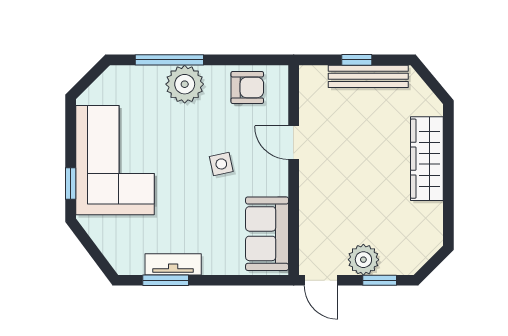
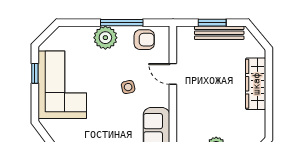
window: (169, 60) -> (122, 23), moved
window: (357, 60) -> (212, 23), width x1.50
window: (71, 184) -> (35, 73), moved

